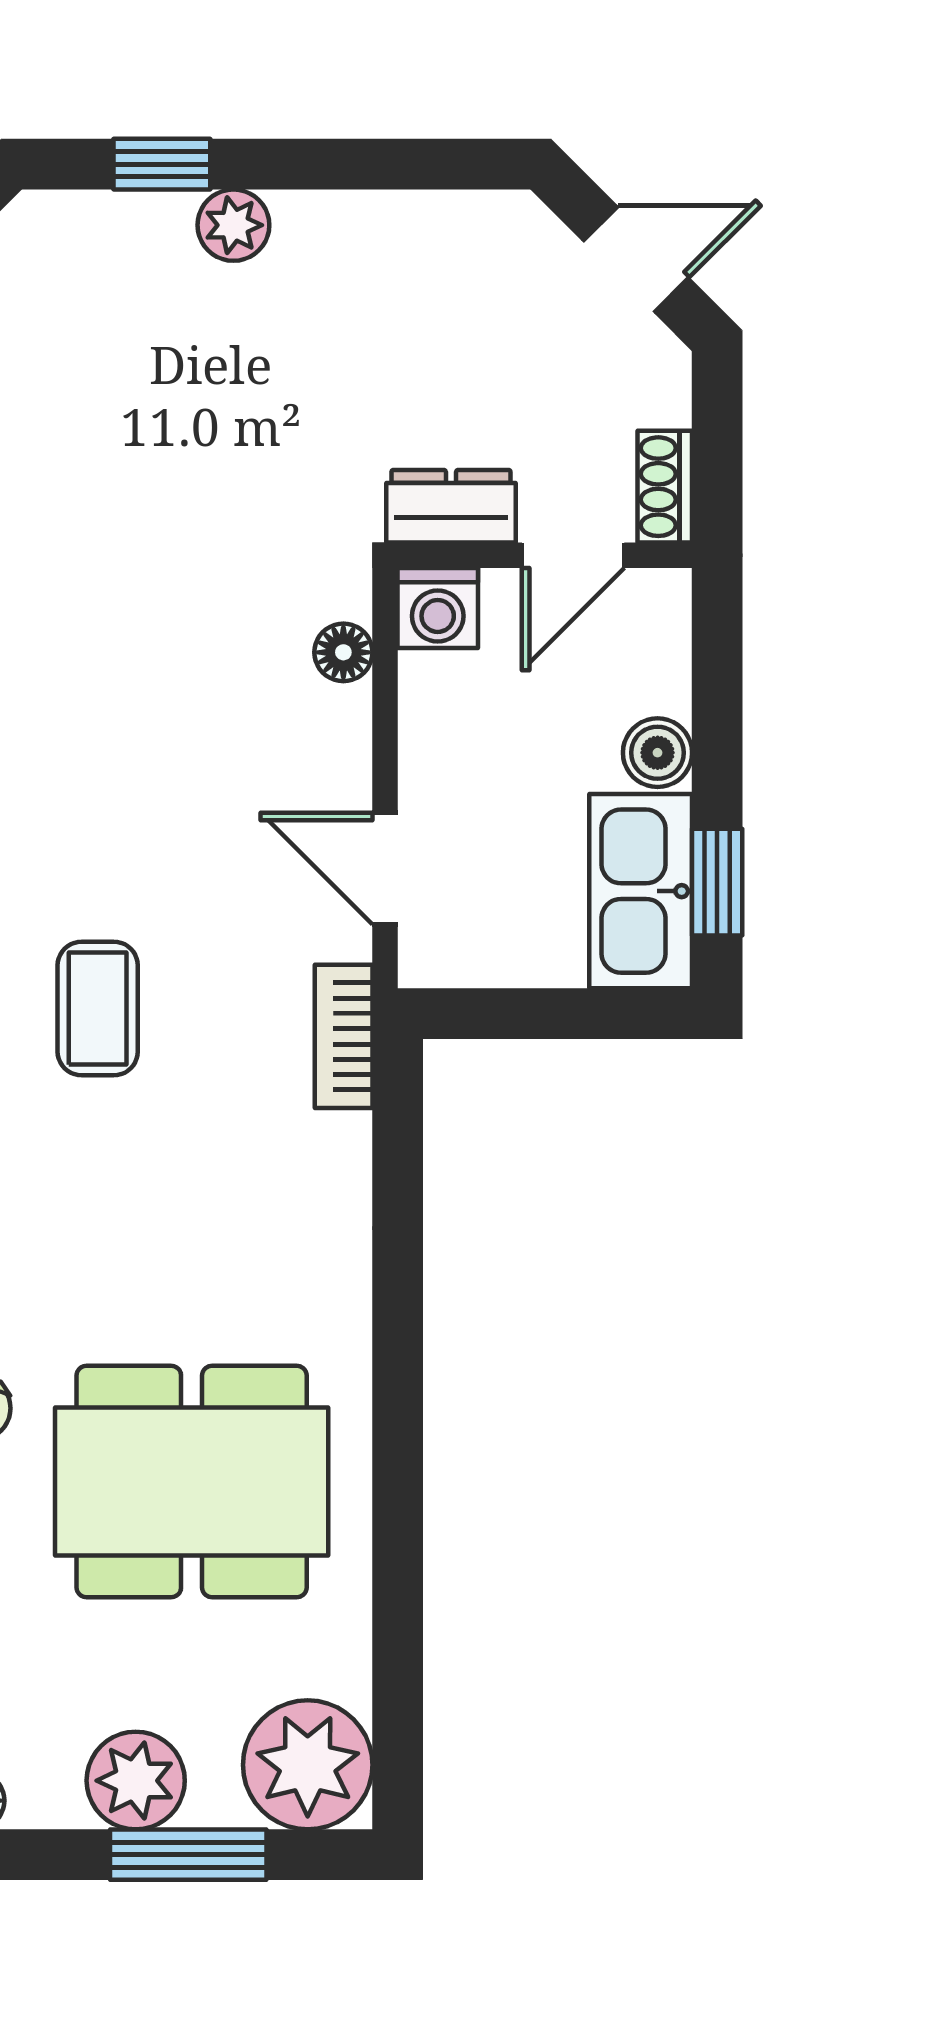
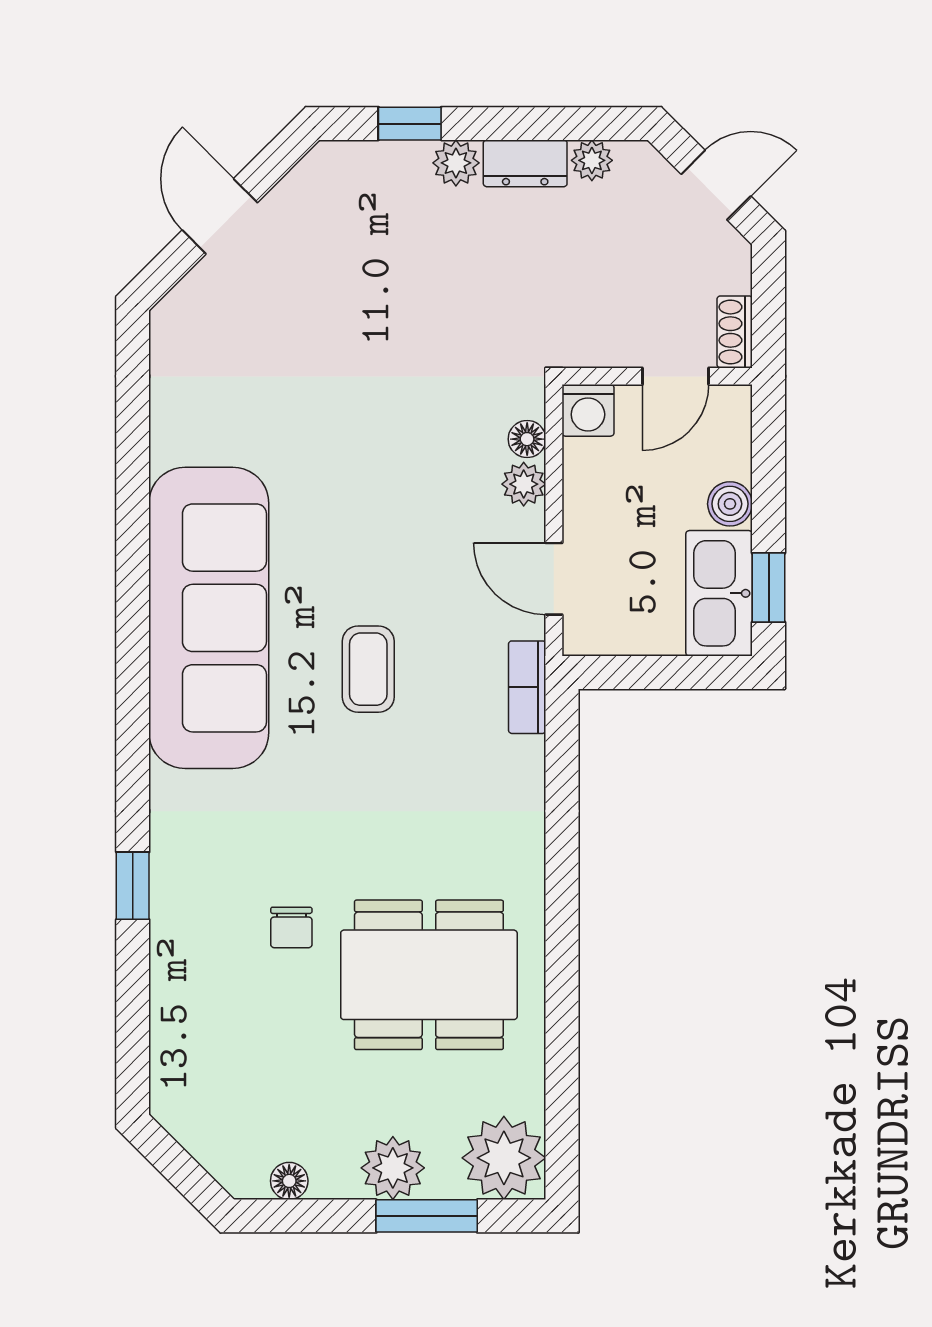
plant: (444, 221) -> (592, 160), added
dresser: (451, 506) -> (525, 163), moved, turned 180
plant: (338, 722) -> (524, 484), added

